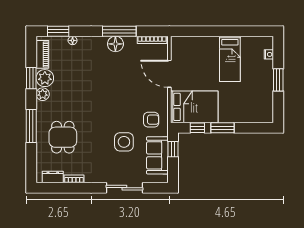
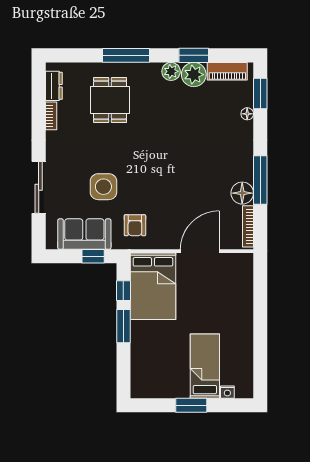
floor lamp: (115, 44) -> (242, 193), moved
bed: (230, 59) -> (205, 366), moved, turned 90
dining table: (63, 137) -> (110, 100), turned 90

